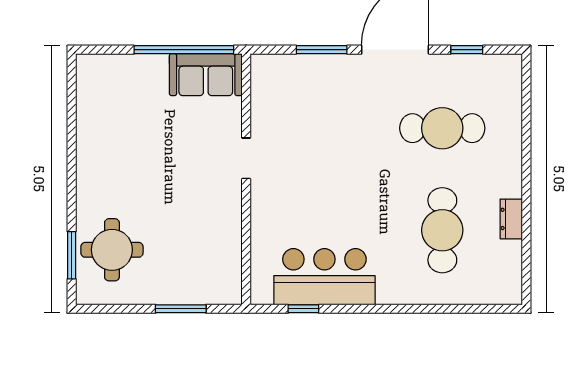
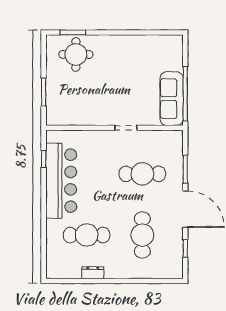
sofa: (206, 75) -> (172, 99), width x1.36
cafe table: (330, 128) -> (142, 174), added
bar counter: (324, 277) -> (61, 181), width x1.36

